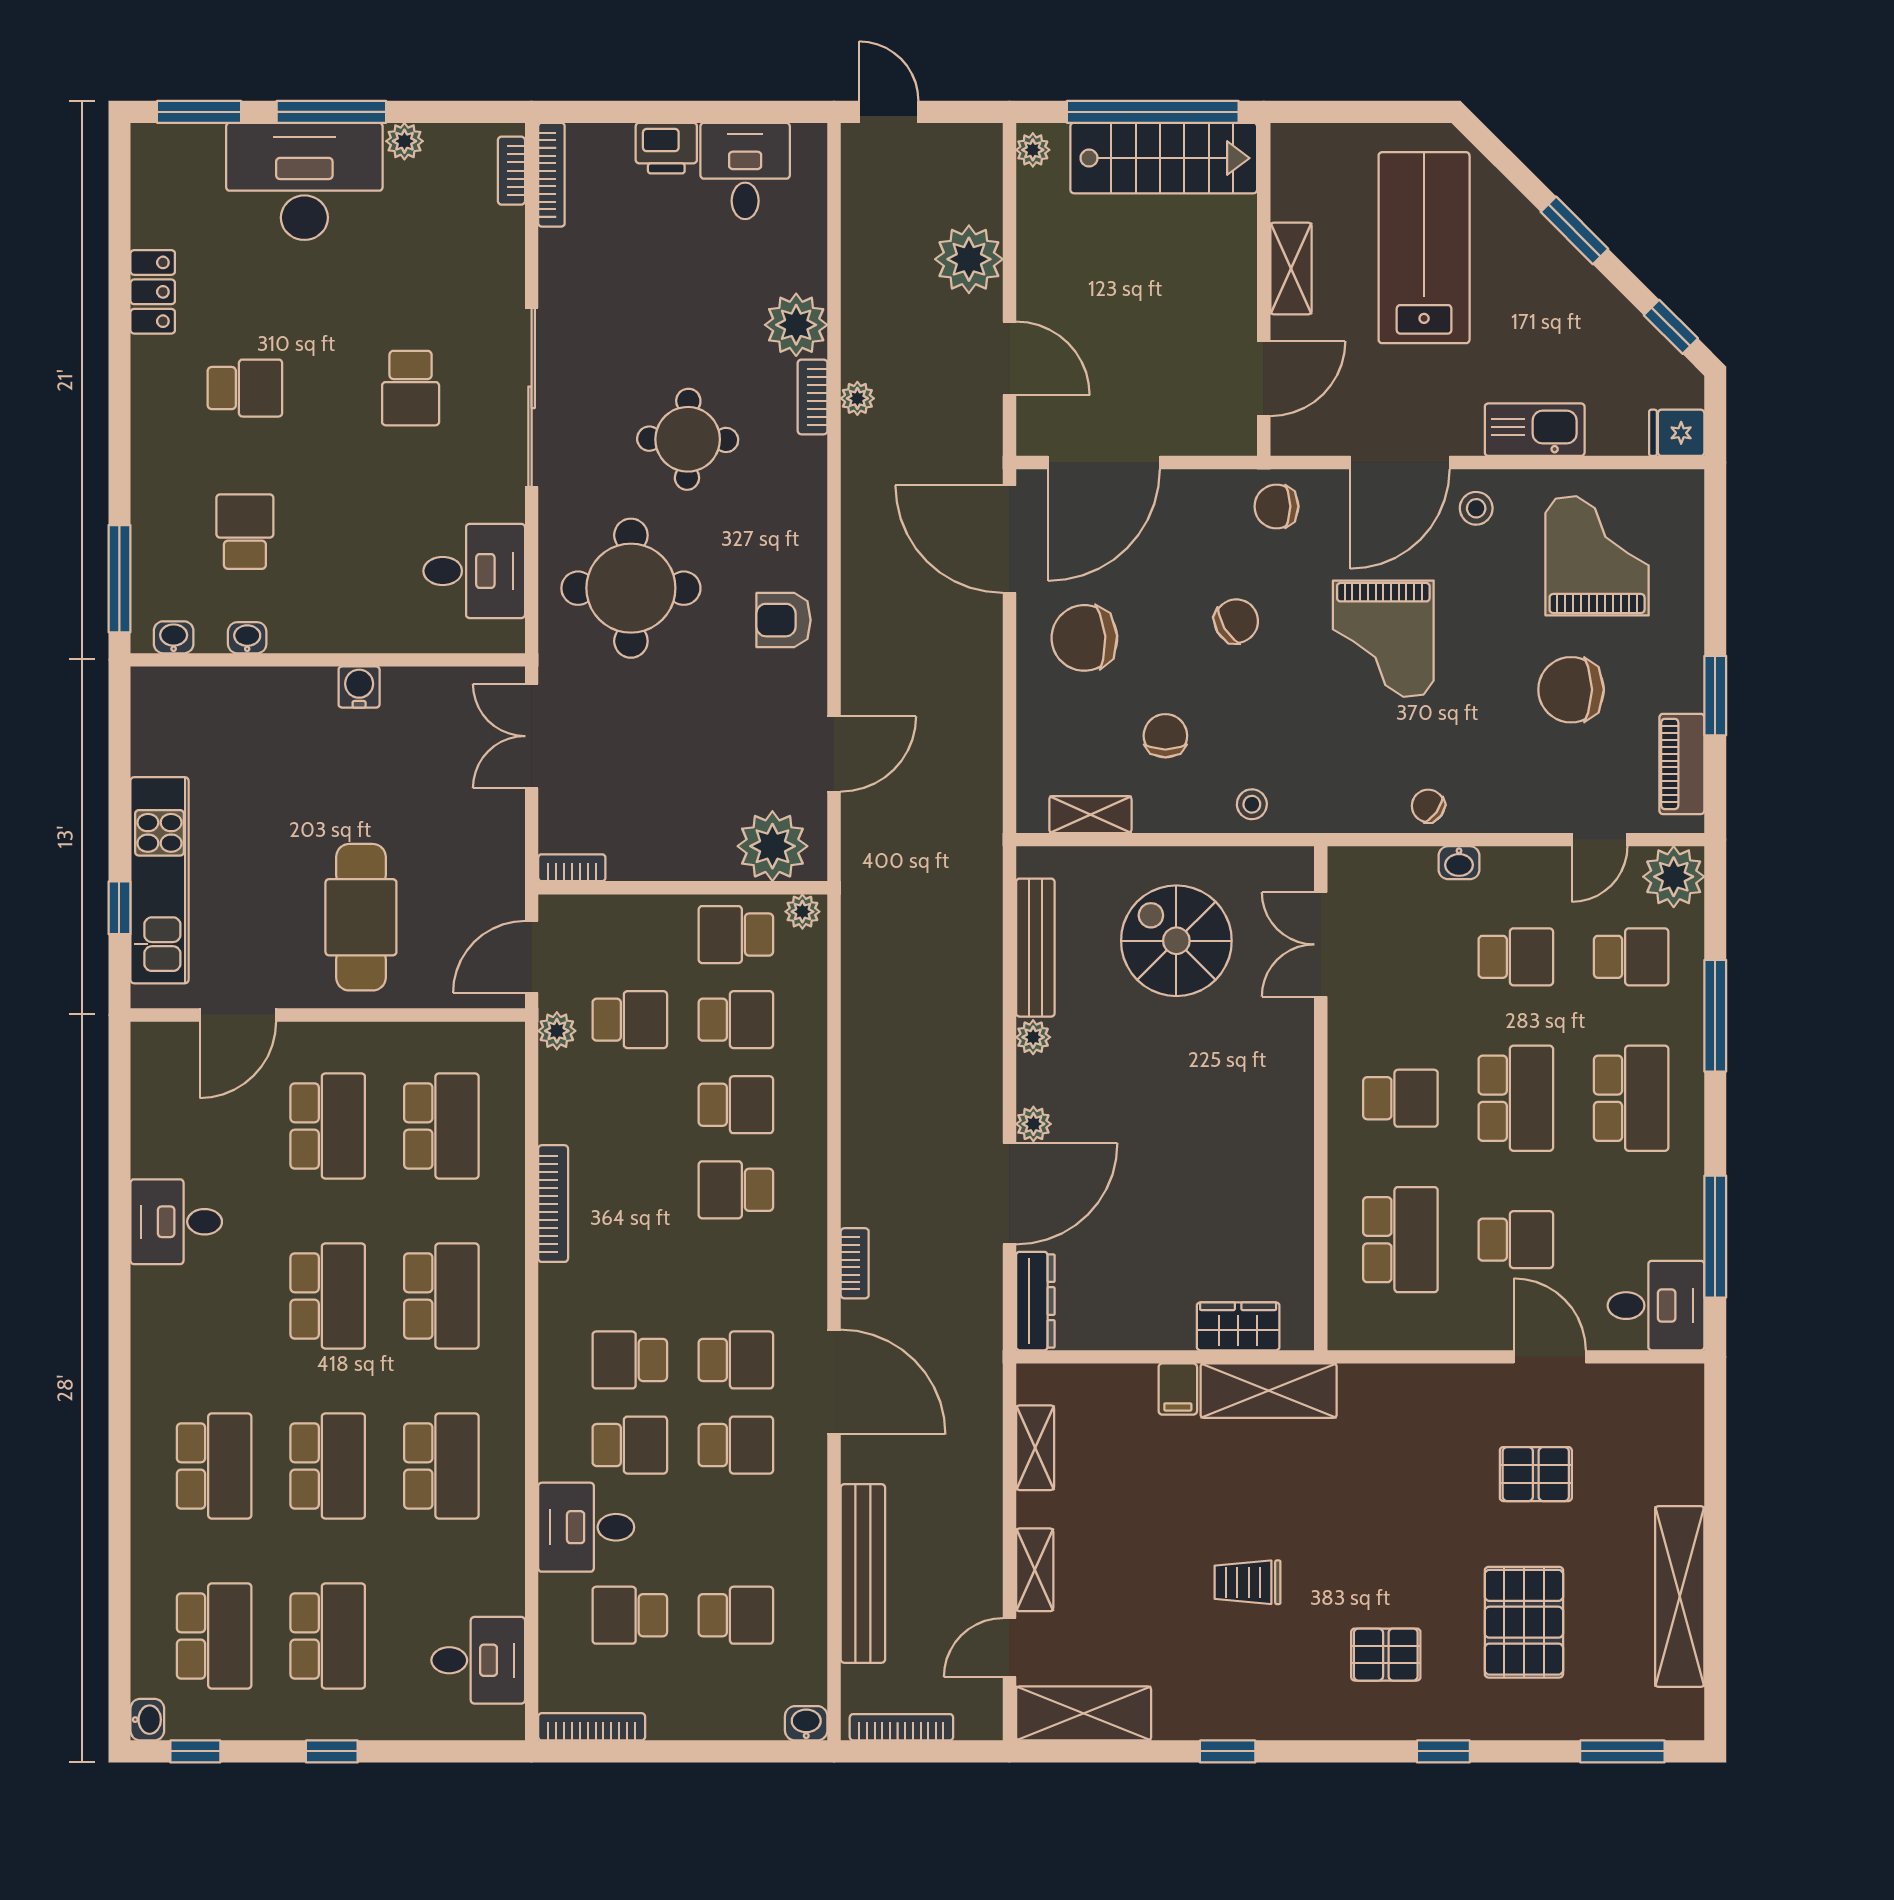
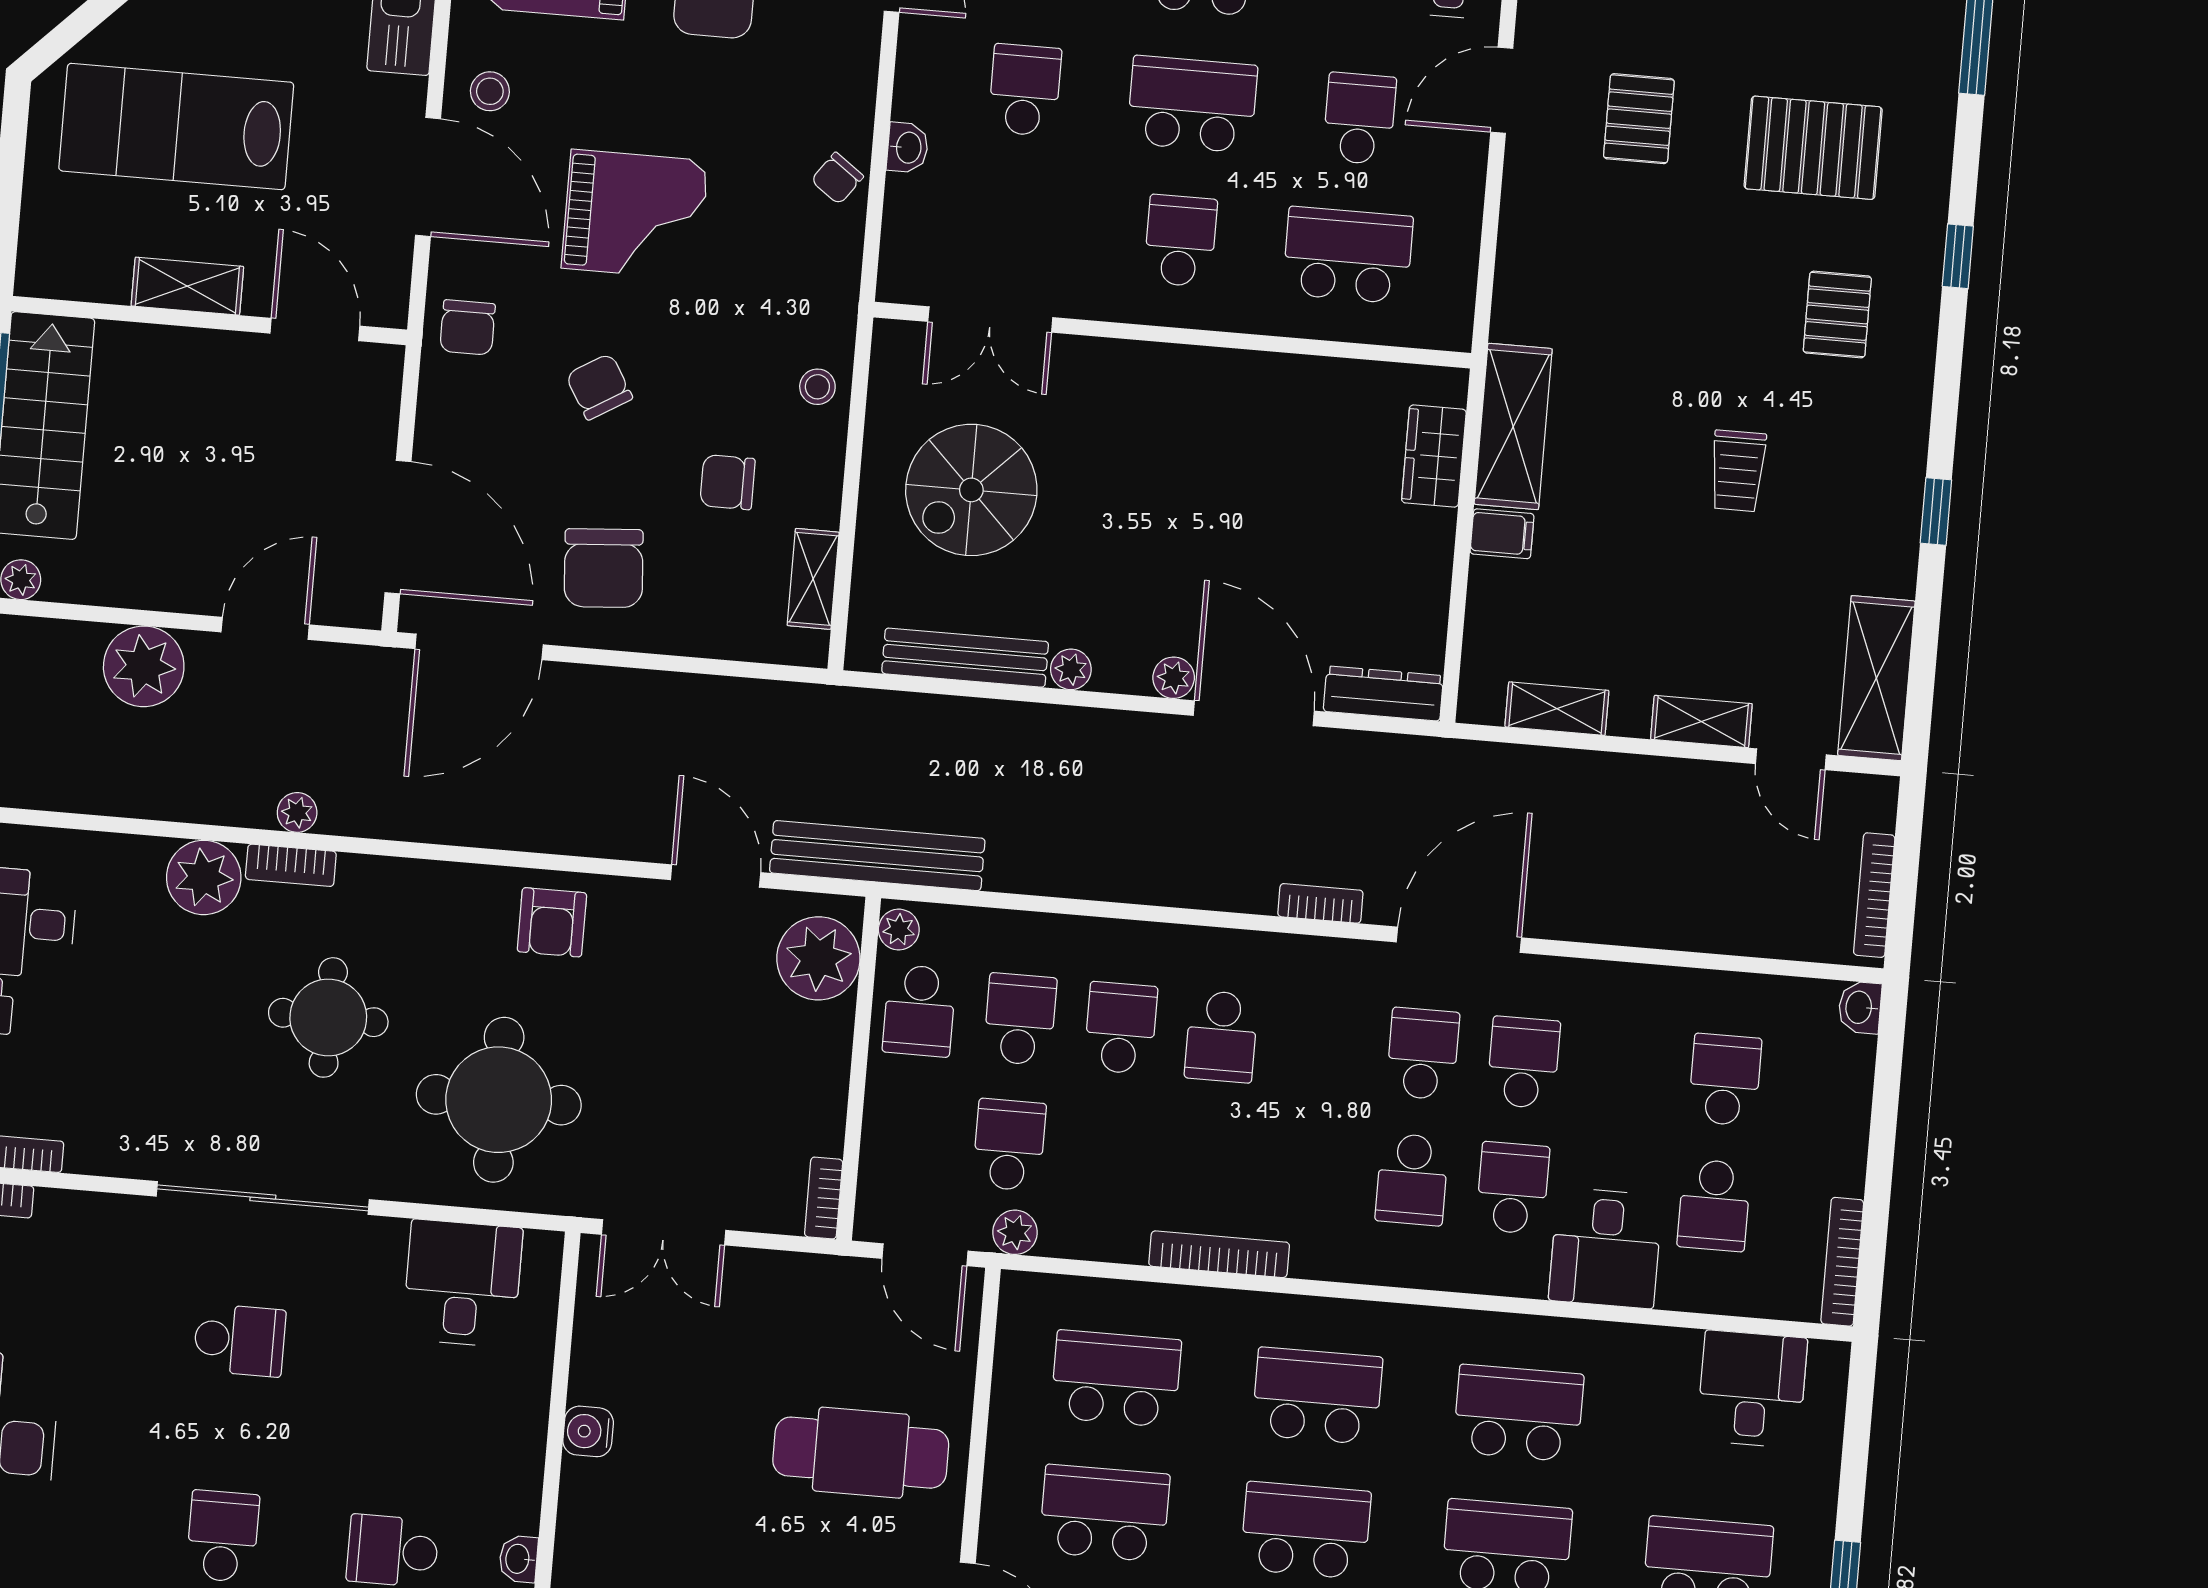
bench: (863, 1573) -> (877, 856), moved

